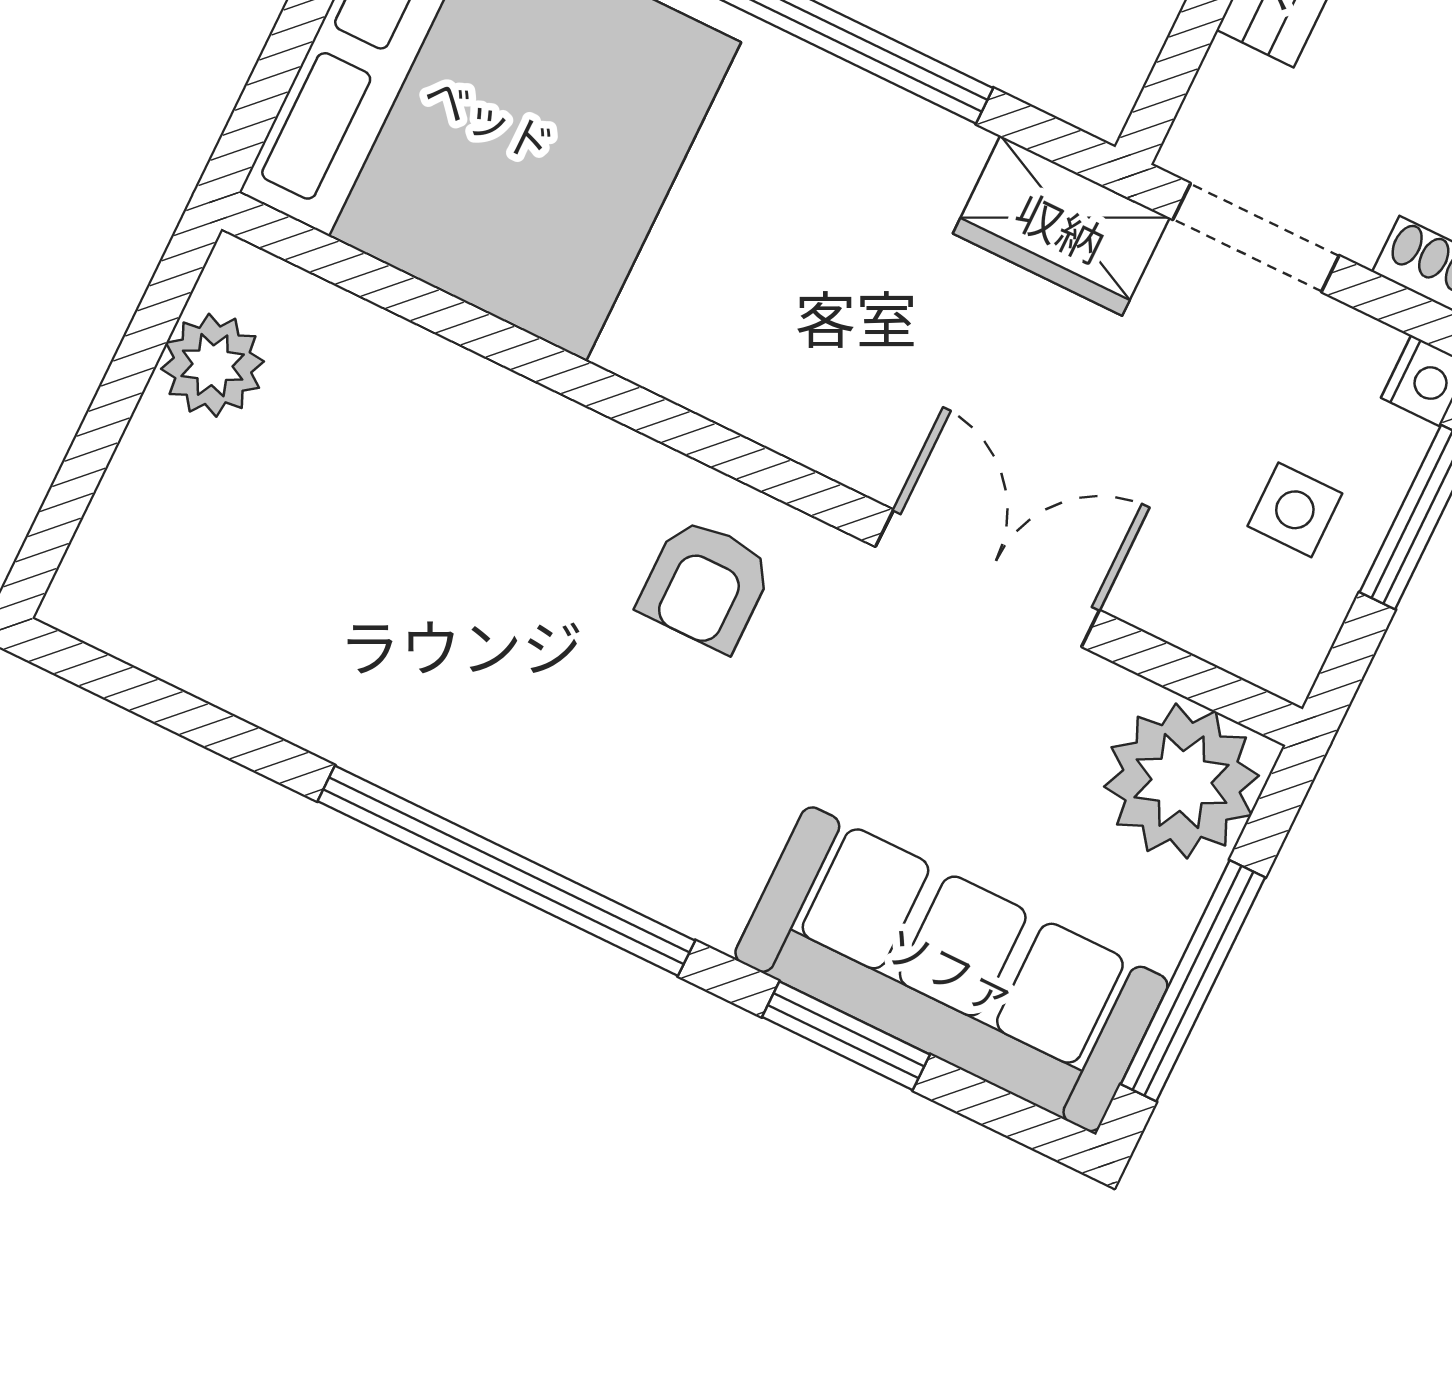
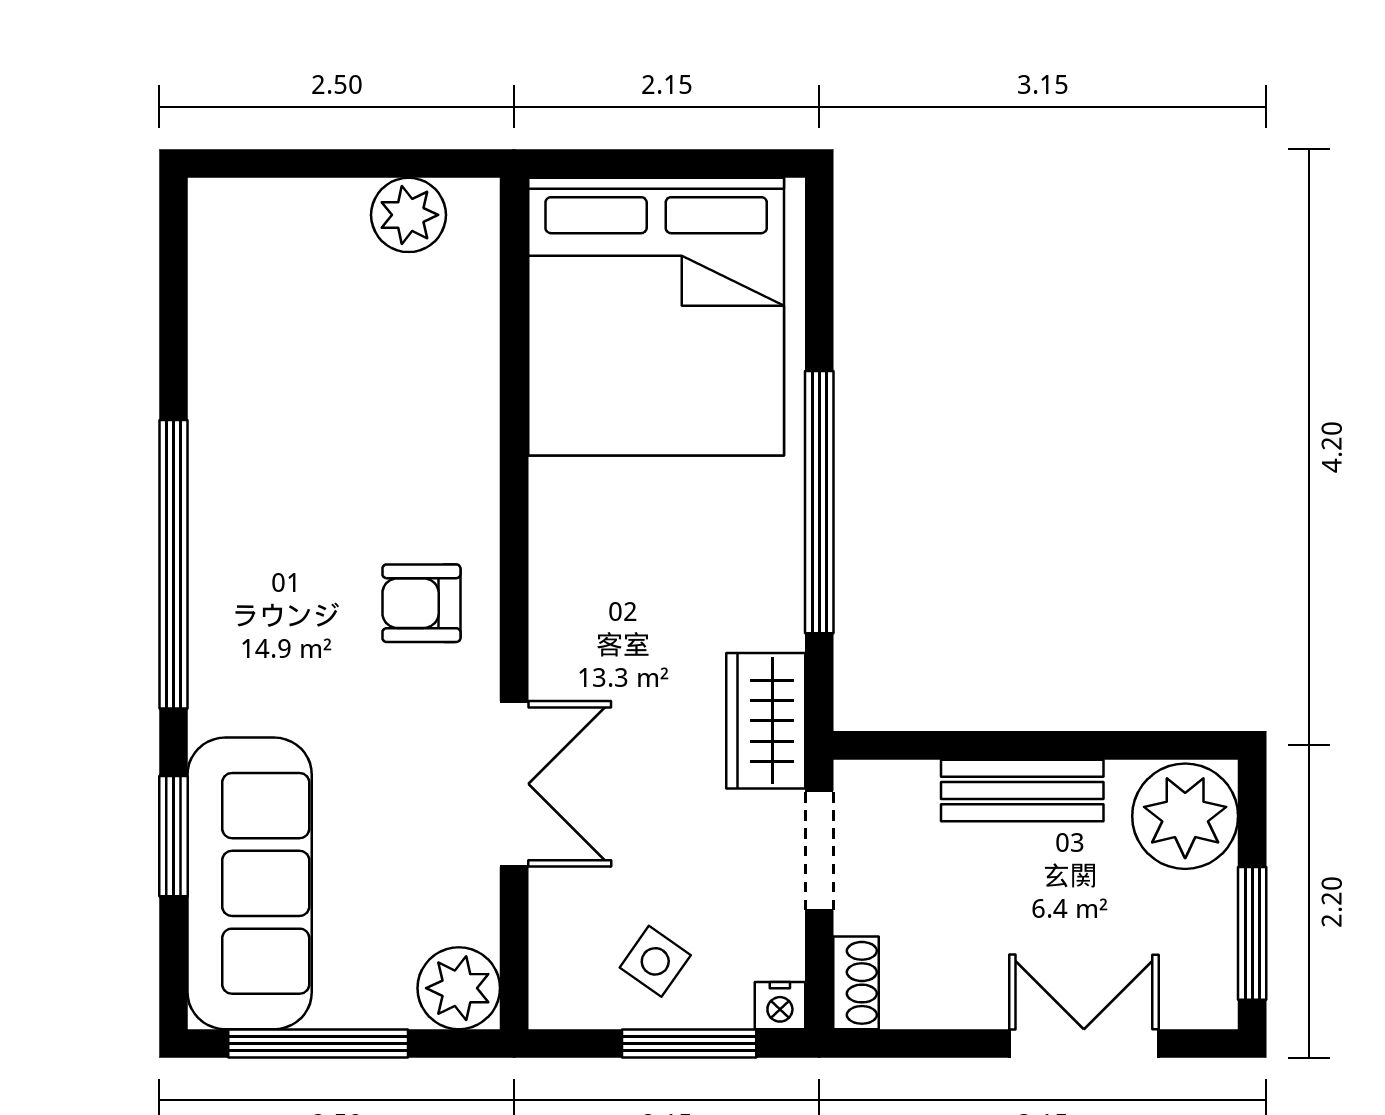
side table: (1295, 510) -> (655, 961), turned 35
plant: (1182, 781) -> (459, 988), width x0.73, depth x0.73

